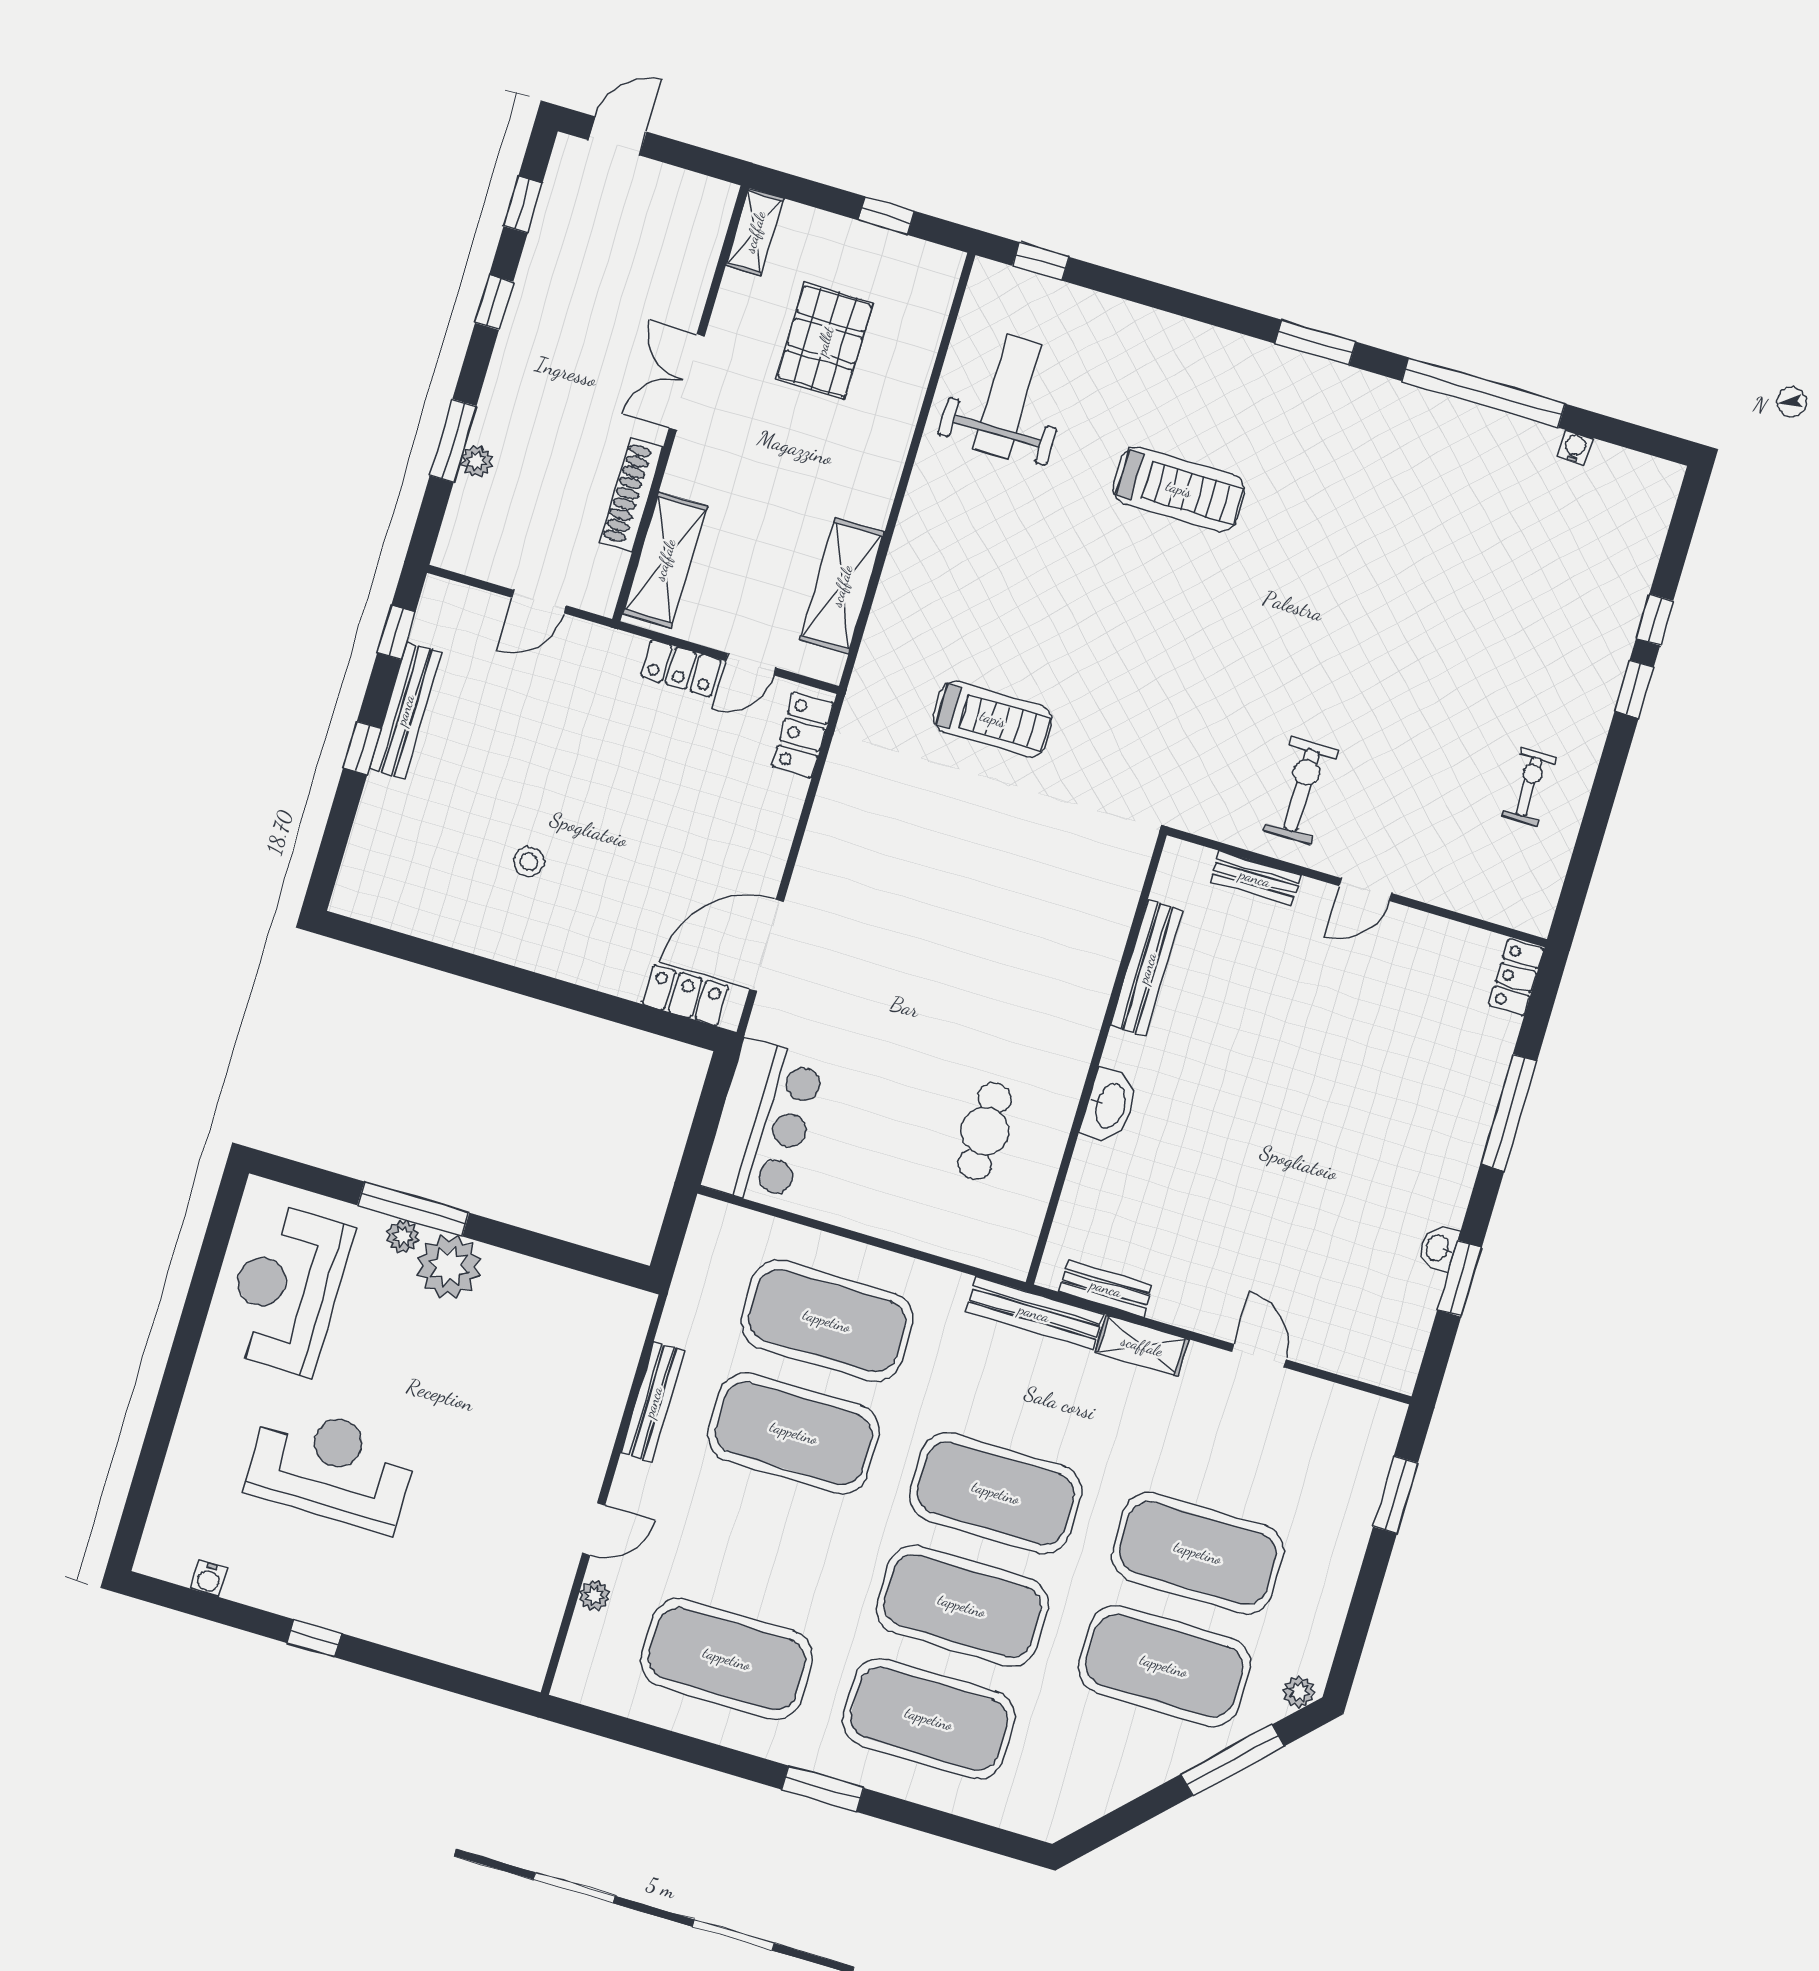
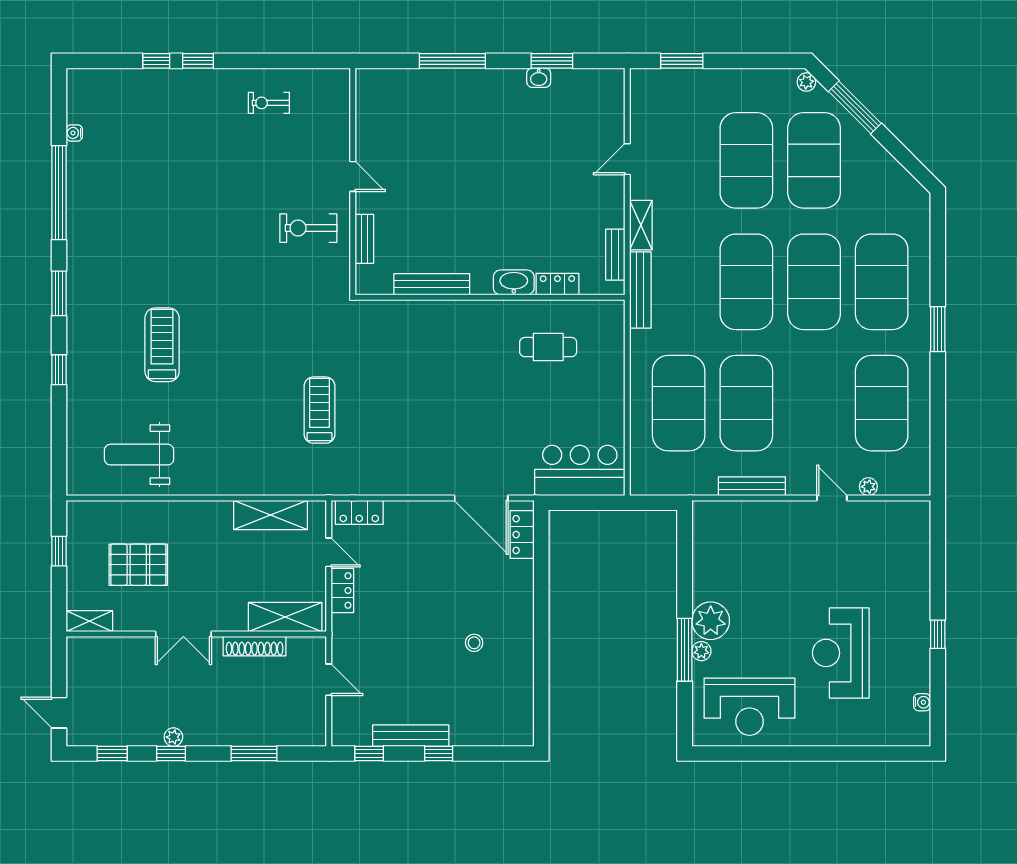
window: (1041, 261) -> (59, 370), moved
plant: (477, 461) -> (173, 737), moved
locker: (1516, 977) -> (557, 284), moved, turned 180

